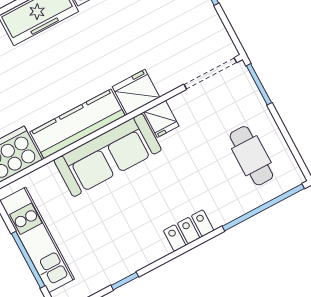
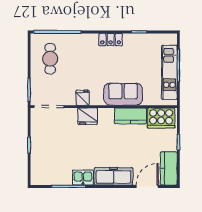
kitchen counter: (78, 124) -> (130, 116), width x0.67
sofa: (108, 155) -> (123, 94), width x0.73
locker: (189, 231) -> (111, 40), moved

